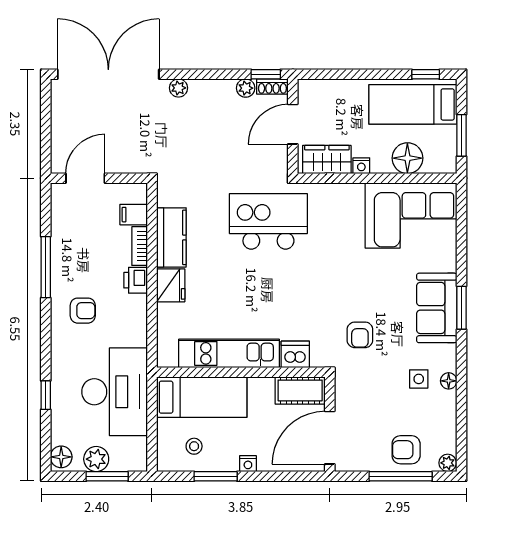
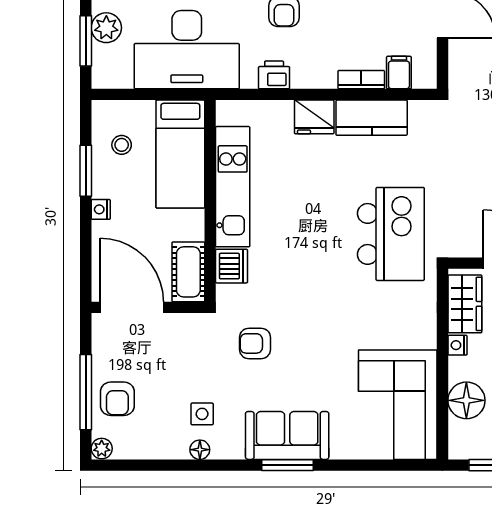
printer: (136, 280) -> (274, 75), moved
armchair: (406, 450) -> (117, 399), turned 180

